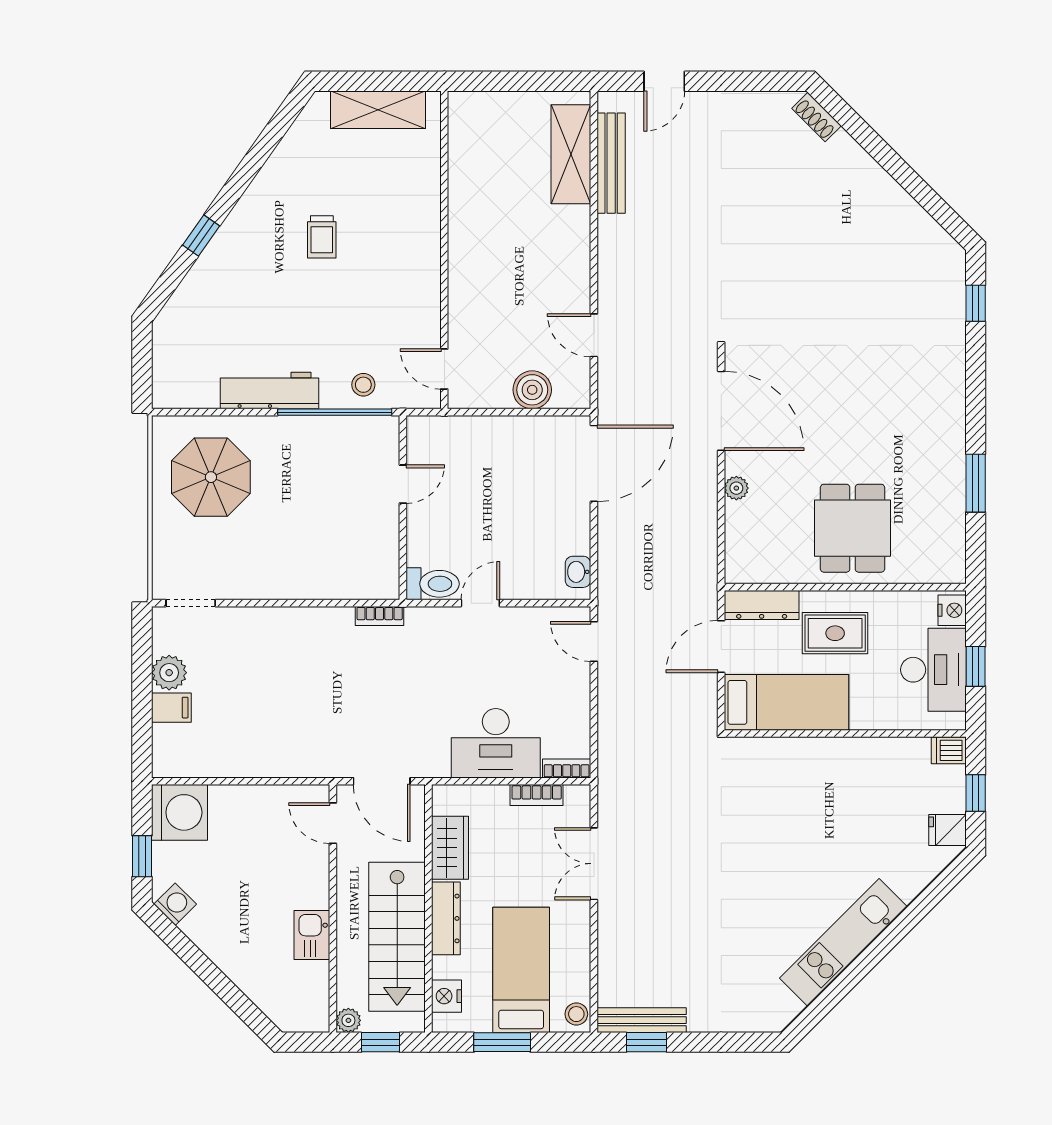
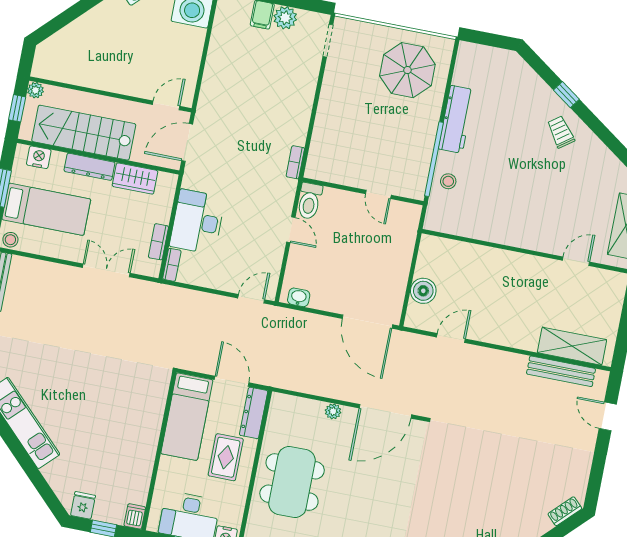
trolley: (322, 237) -> (561, 132), moved, turned 54
door: (444, 369) -> (576, 261), moved
dining table: (852, 528) -> (292, 482), width x1.38
kitchen sink: (312, 935) -> (96, 77), removed

